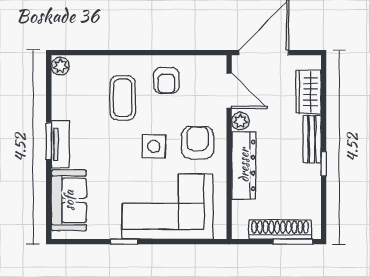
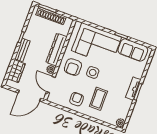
sofa: (69, 200) -> (133, 50), moved, turned -90

